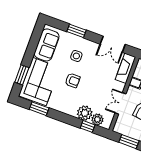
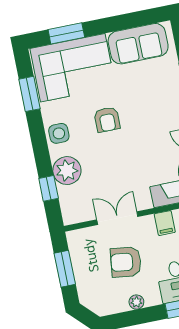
side table: (76, 56) -> (59, 133), moved
plant: (97, 119) -> (69, 197), removed

